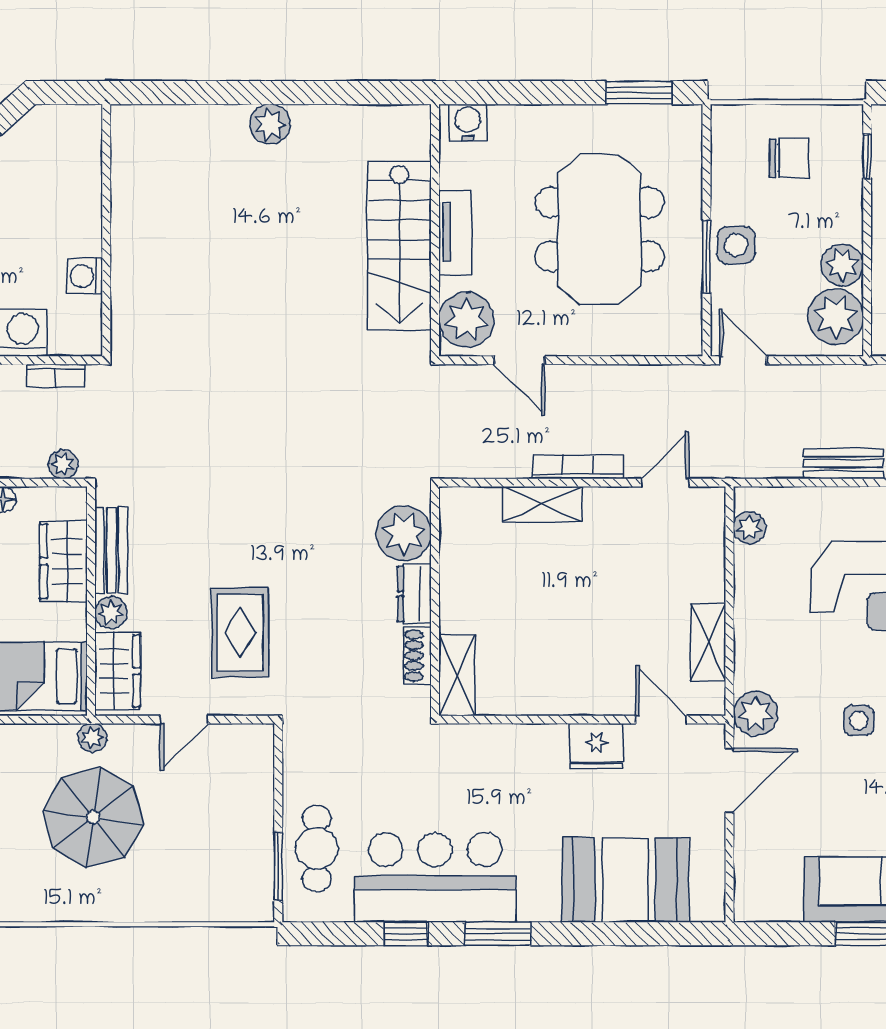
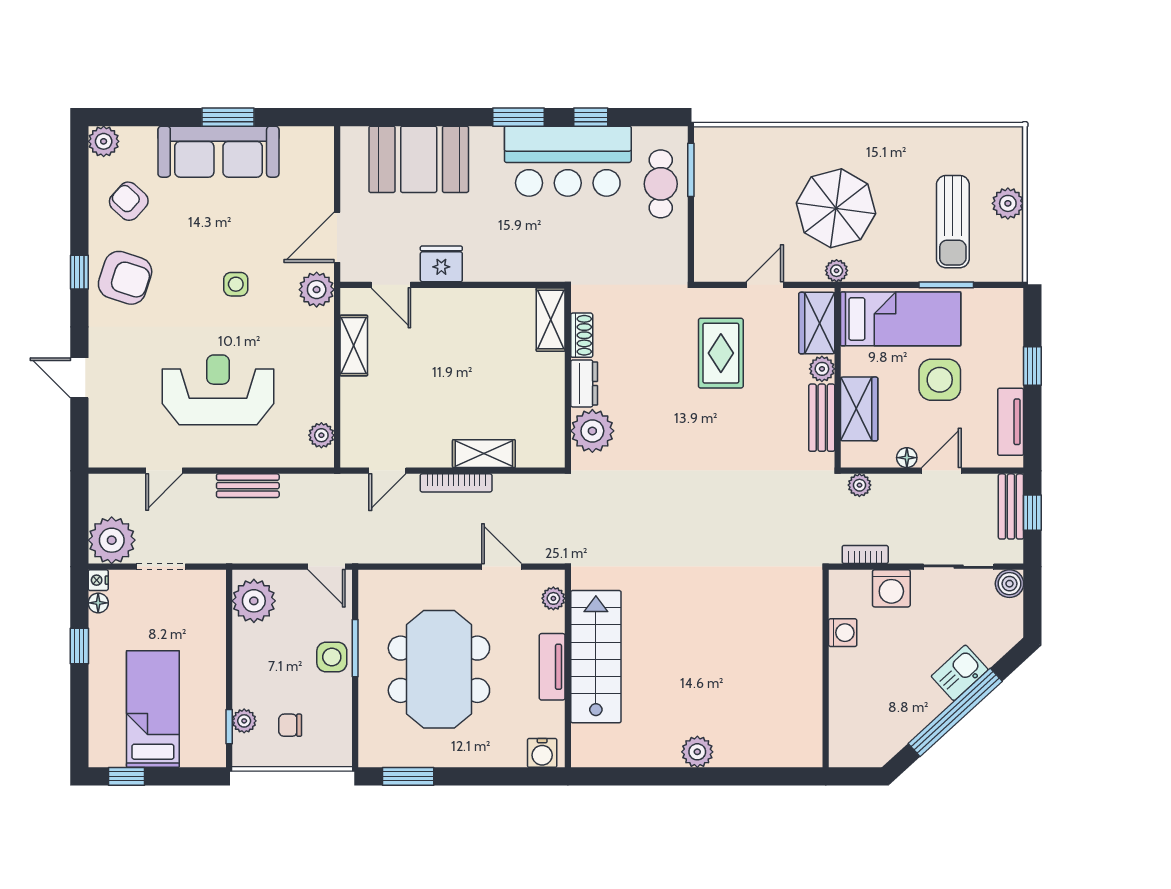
chair: (789, 158) -> (290, 725), width x0.73, depth x0.73
plant: (842, 265) -> (244, 721), moved, width x0.73, depth x0.73
plant: (466, 320) -> (553, 598), width x0.53, depth x0.53

